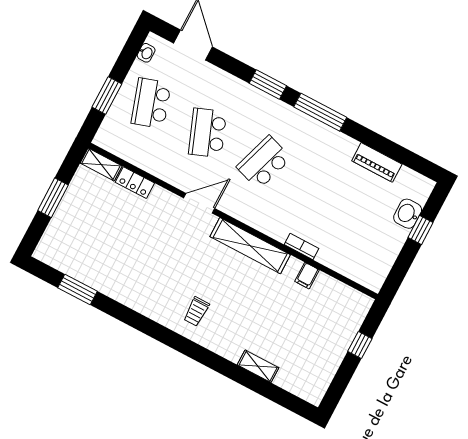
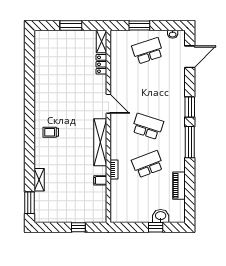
school desk: (207, 133) -> (148, 164), moved
window: (78, 290) -> (29, 203), moved

